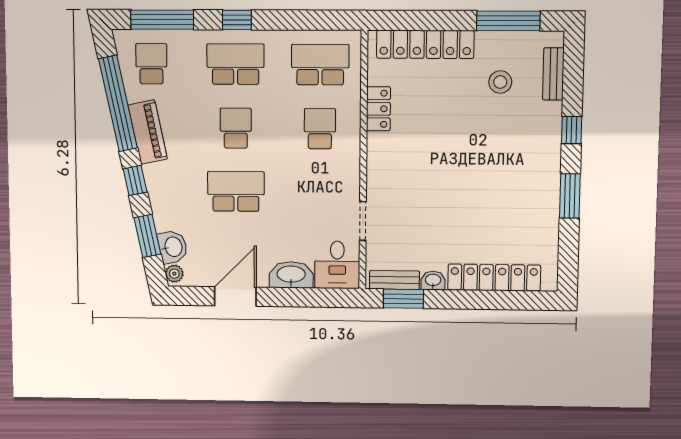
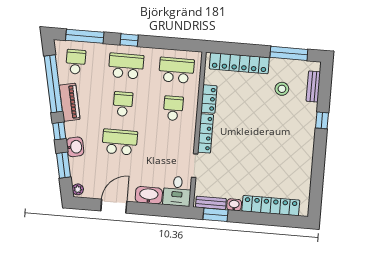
locker: (377, 166) -> (205, 133), added
window: (570, 196) -> (319, 160), removed
washbasin: (173, 247) -> (75, 147), moved

